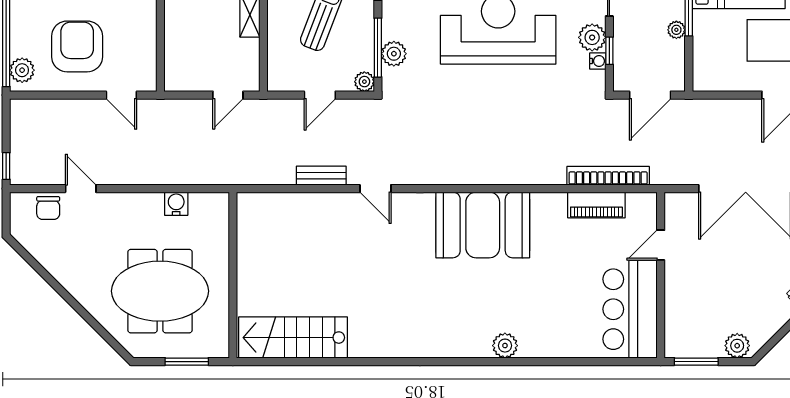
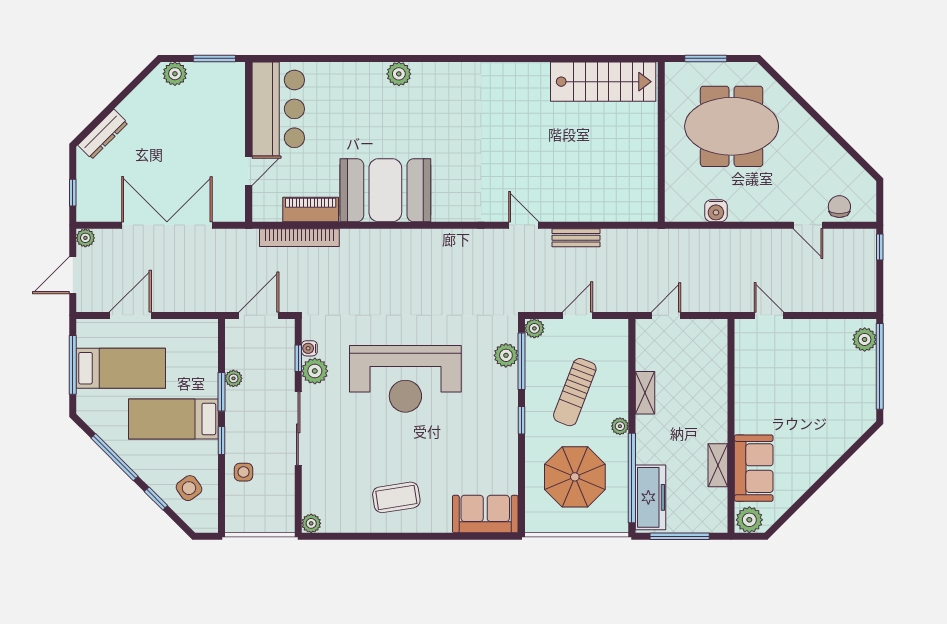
armchair: (77, 46) -> (811, 362), removed
booth: (483, 225) -> (385, 190), moved

